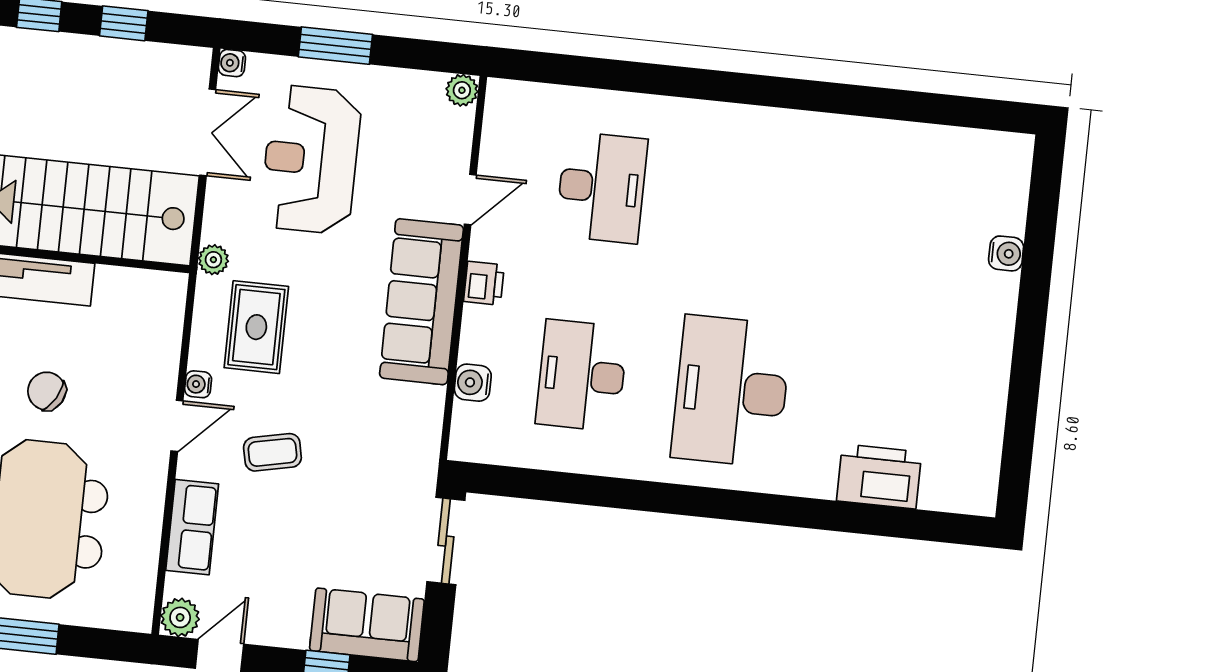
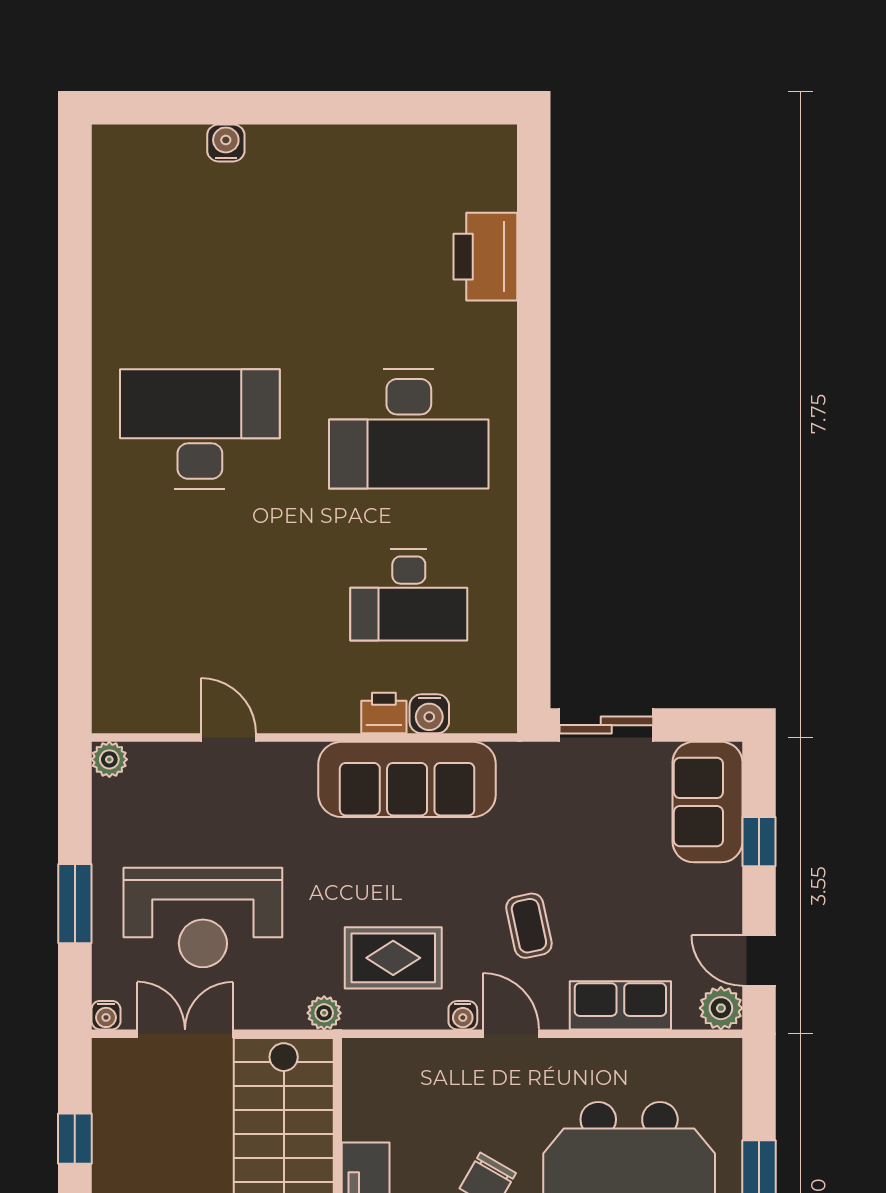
desk: (602, 187) -> (200, 429), moved, width x1.36, depth x1.30
printer: (484, 283) -> (384, 713), moved
sofa: (422, 302) -> (407, 779), moved

